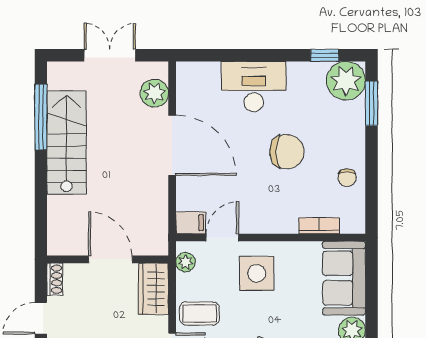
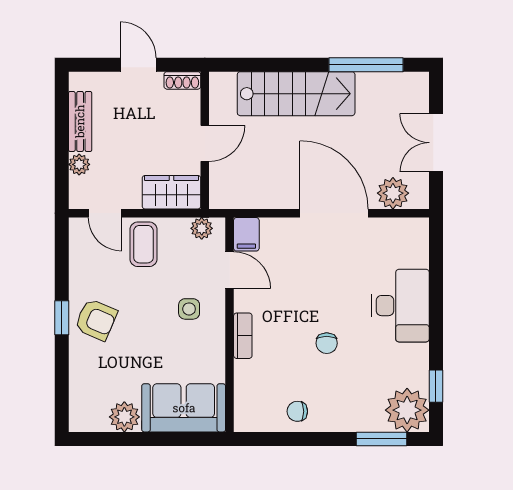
double door: (110, 55) -> (436, 143), swing flipped
stairs: (67, 143) -> (296, 94), moved
door: (172, 145) -> (334, 213), swing flipped
chair: (287, 152) -> (327, 343), width x0.54, depth x0.54
bookcase: (319, 226) -> (243, 336), moved
door: (110, 259) -> (205, 143), width x0.73
side table: (257, 273) -> (189, 309), width x0.54, depth x0.54

